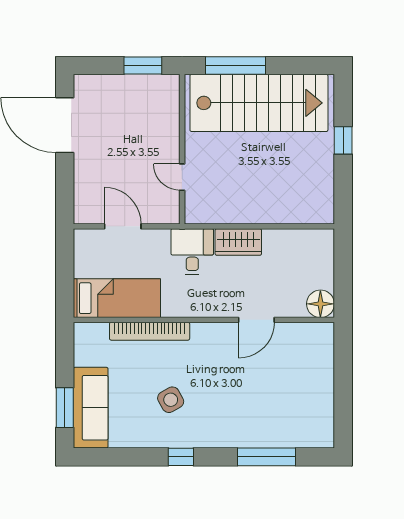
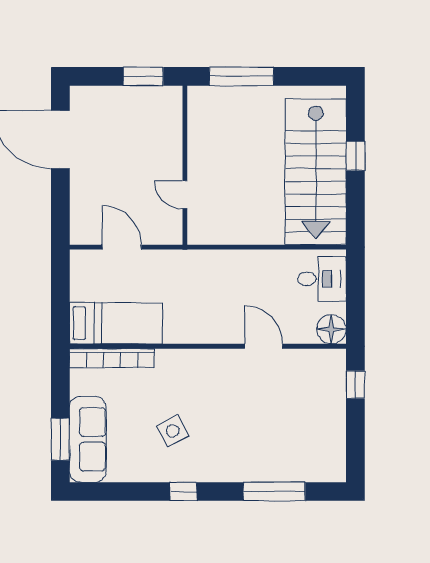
stairs: (259, 103) -> (316, 172), moved, turned 90
wardrobe: (238, 242) -> (244, 264), removed
desk: (192, 251) -> (322, 279), moved, turned 90
door: (256, 320) -> (264, 346), swing flipped
bookcase: (150, 331) -> (112, 358), moved
window: (343, 356) -> (355, 385), added

